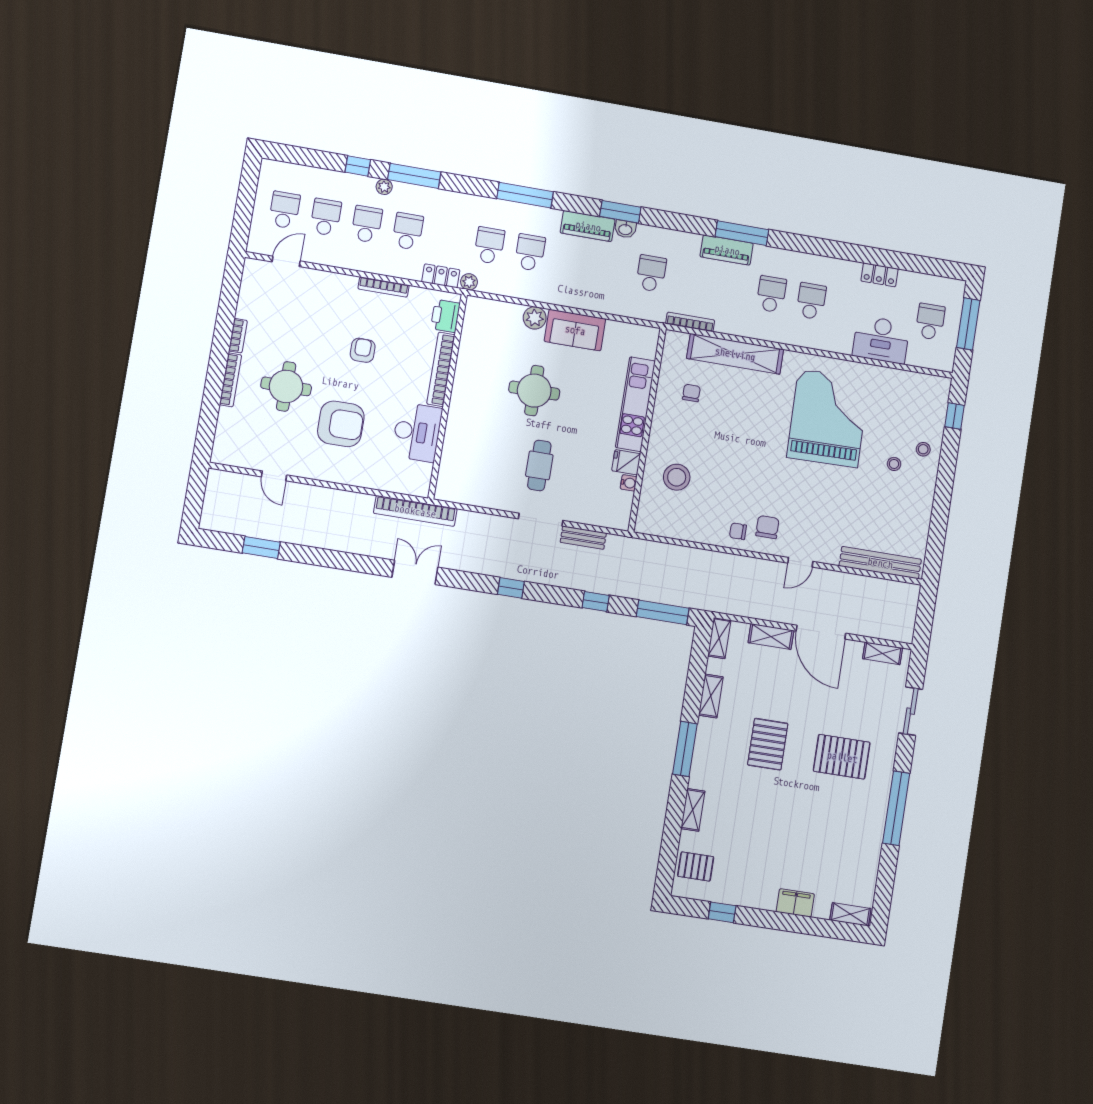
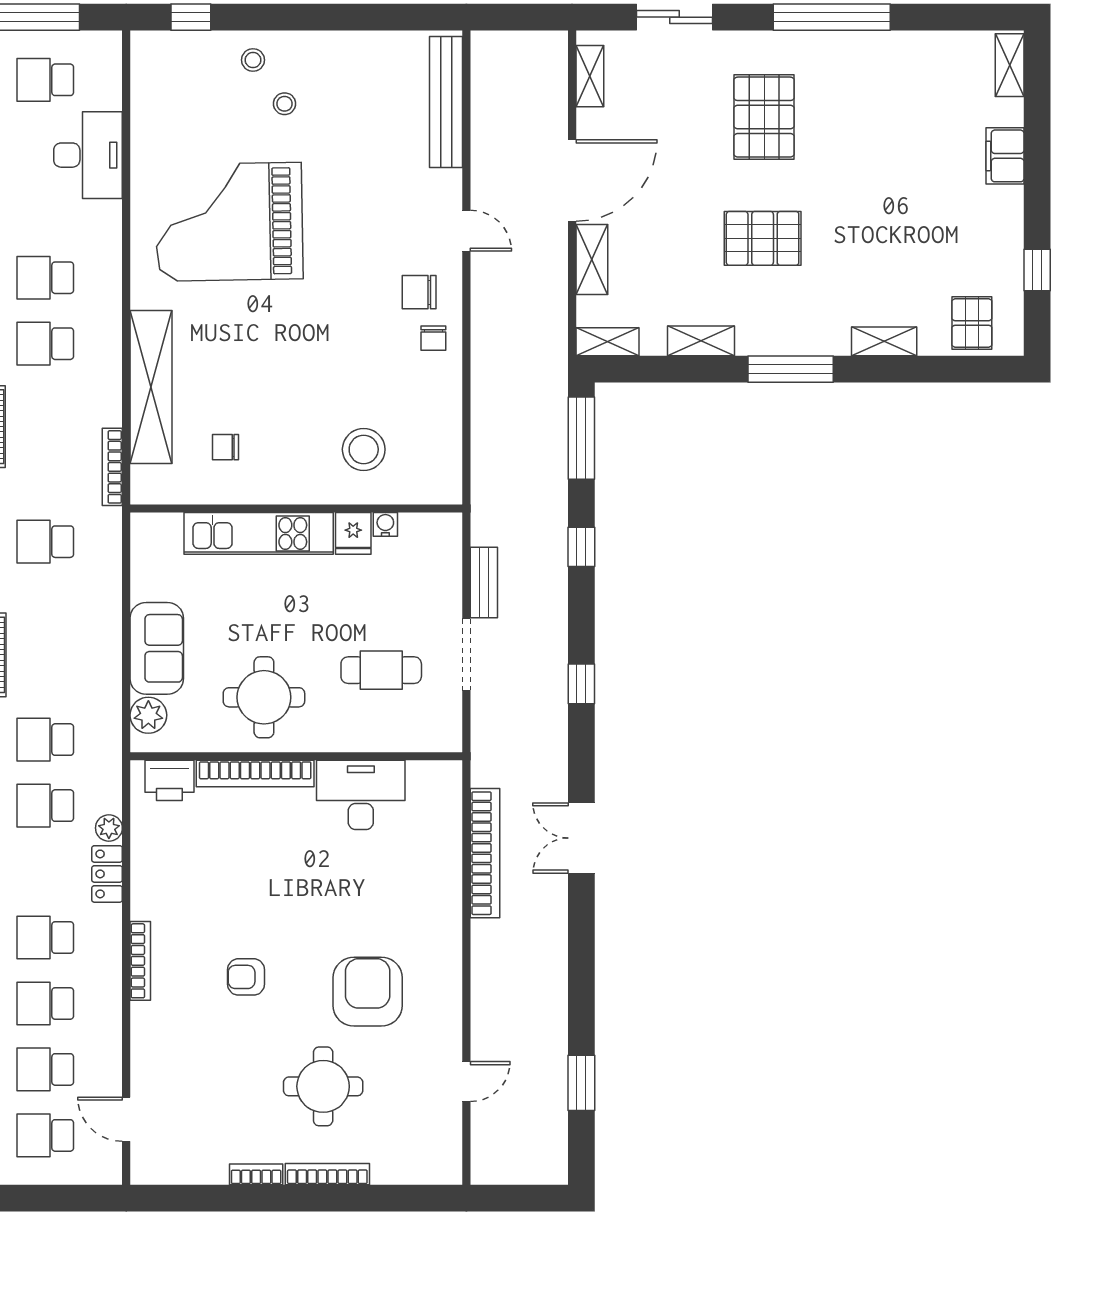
printer: (445, 316) -> (169, 780), moved
bookcase: (441, 369) -> (255, 774), moved
wall: (448, 396) -> (296, 756), moved
desk: (417, 432) -> (361, 795), moved

